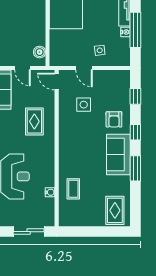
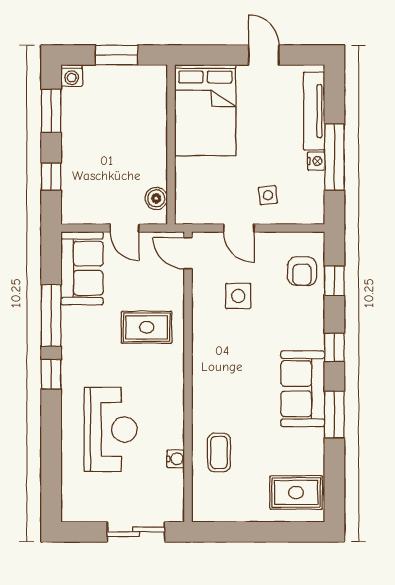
armchair: (114, 119) -> (302, 271), moved
rug: (34, 121) -> (147, 327), turned 90
rug: (115, 210) -> (296, 493), turned 90

